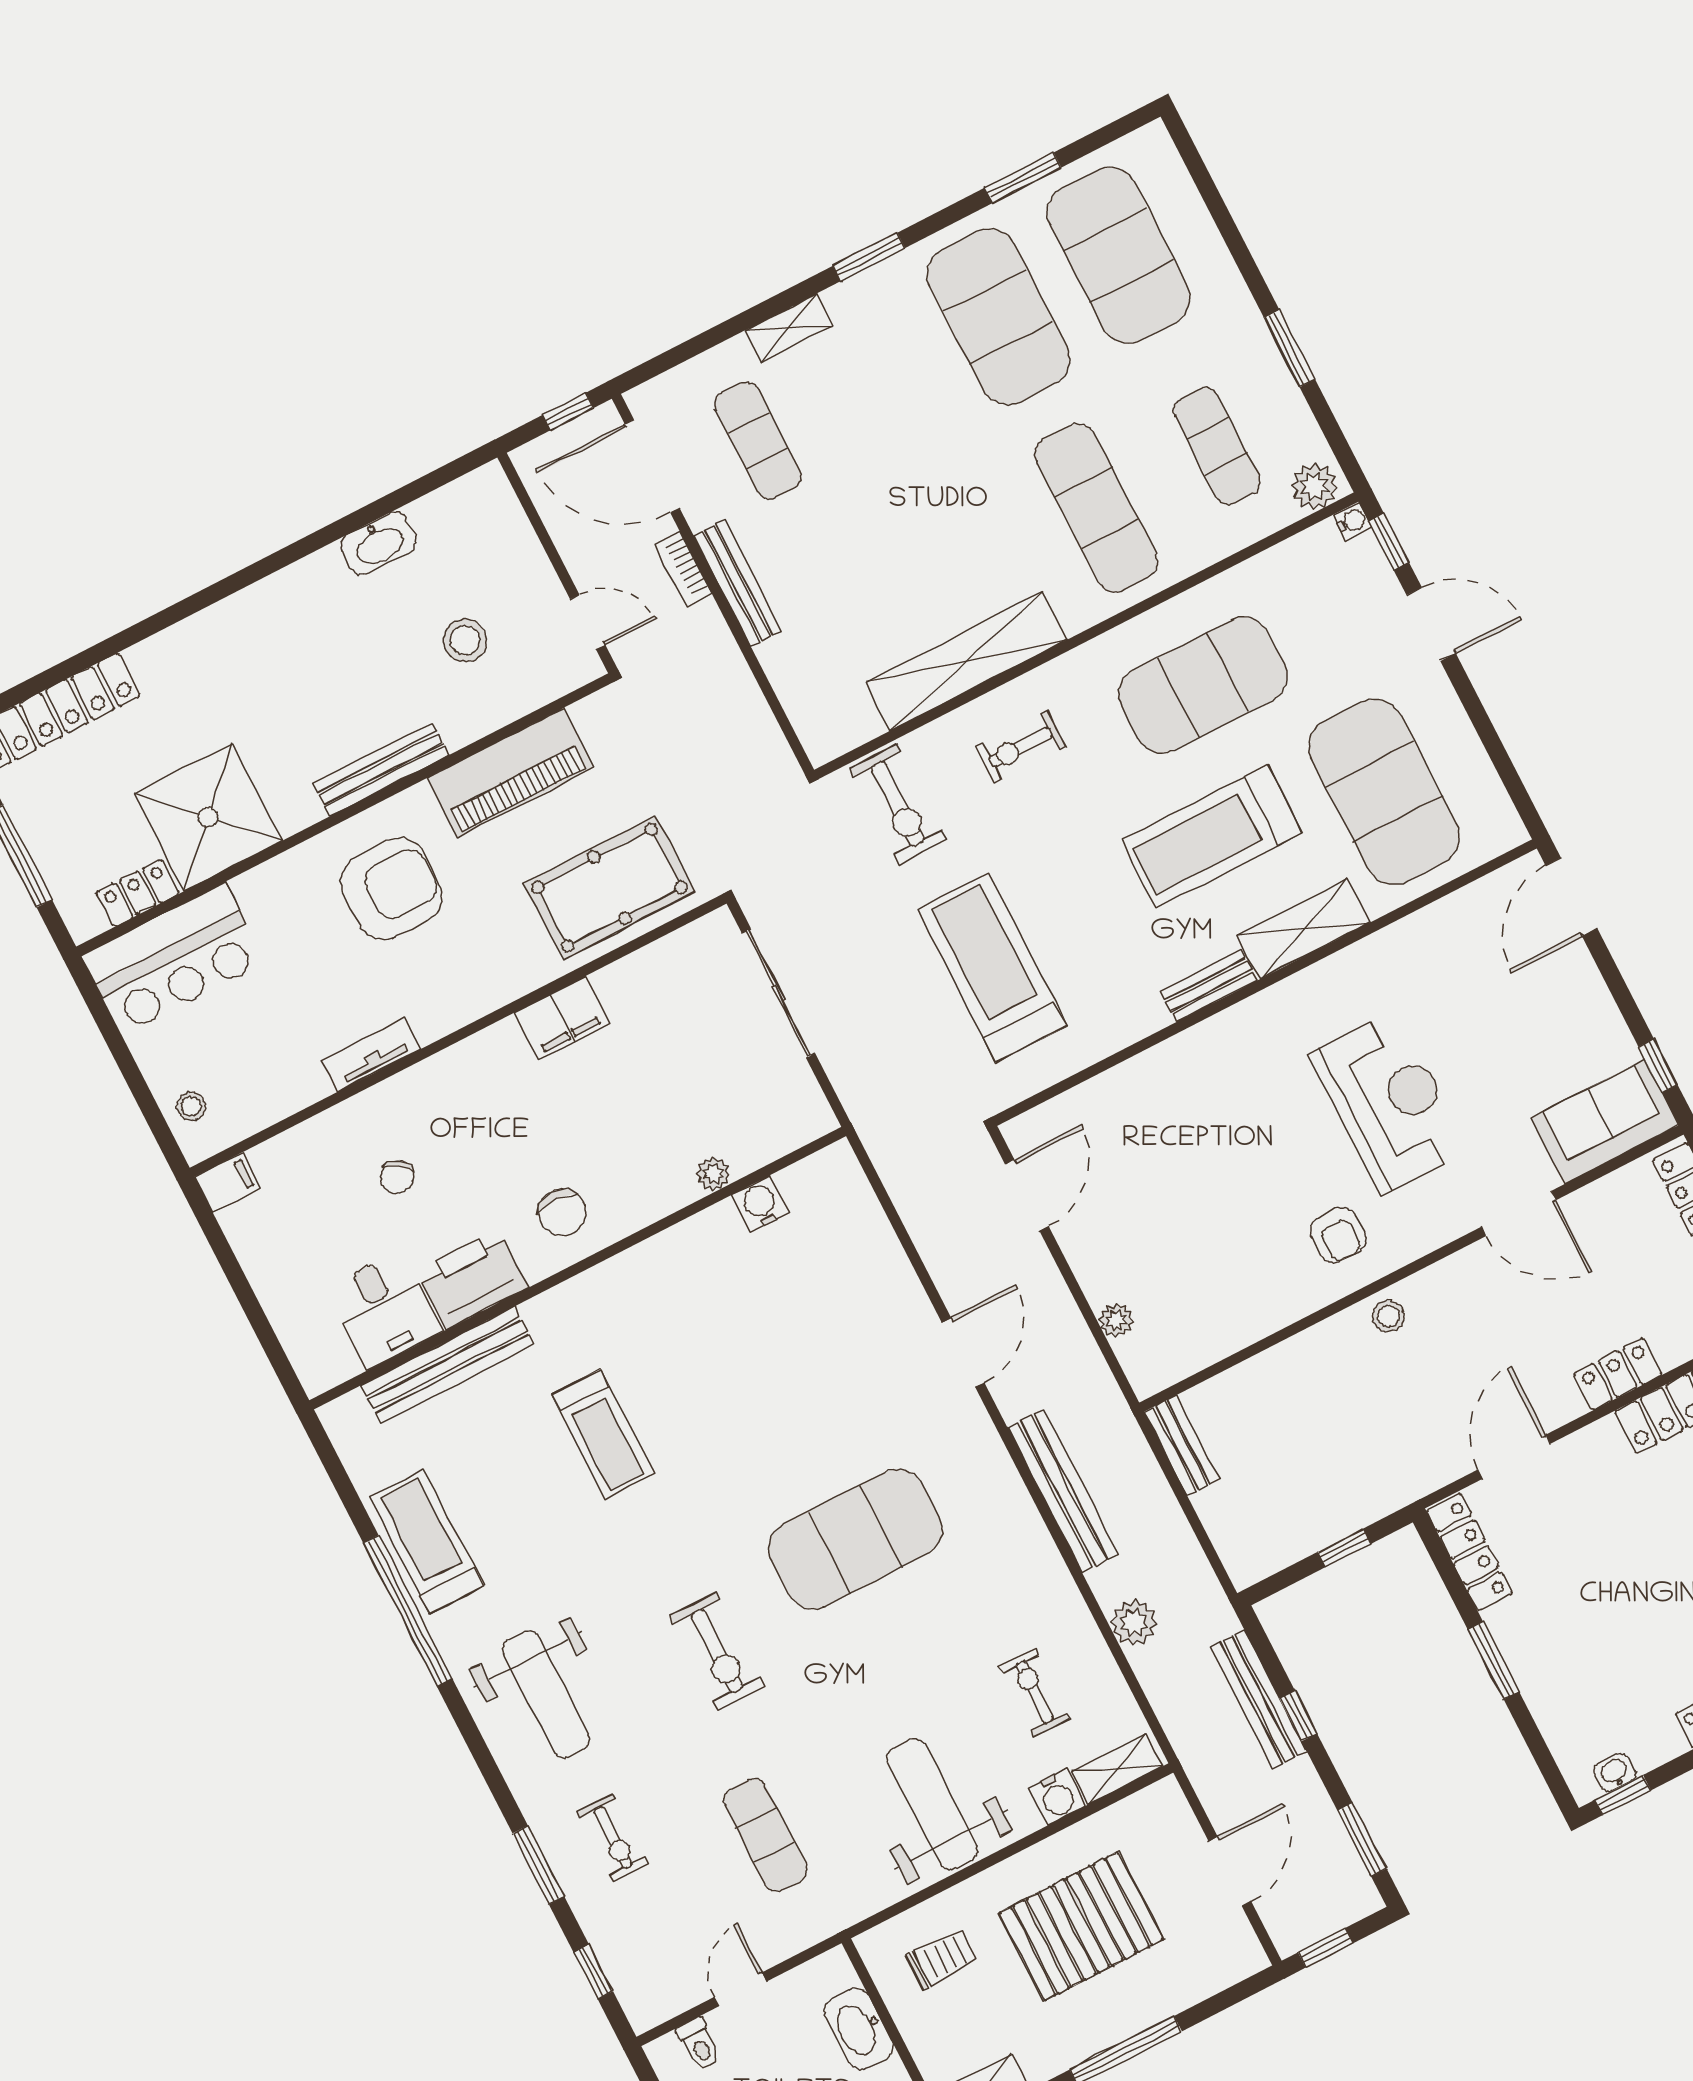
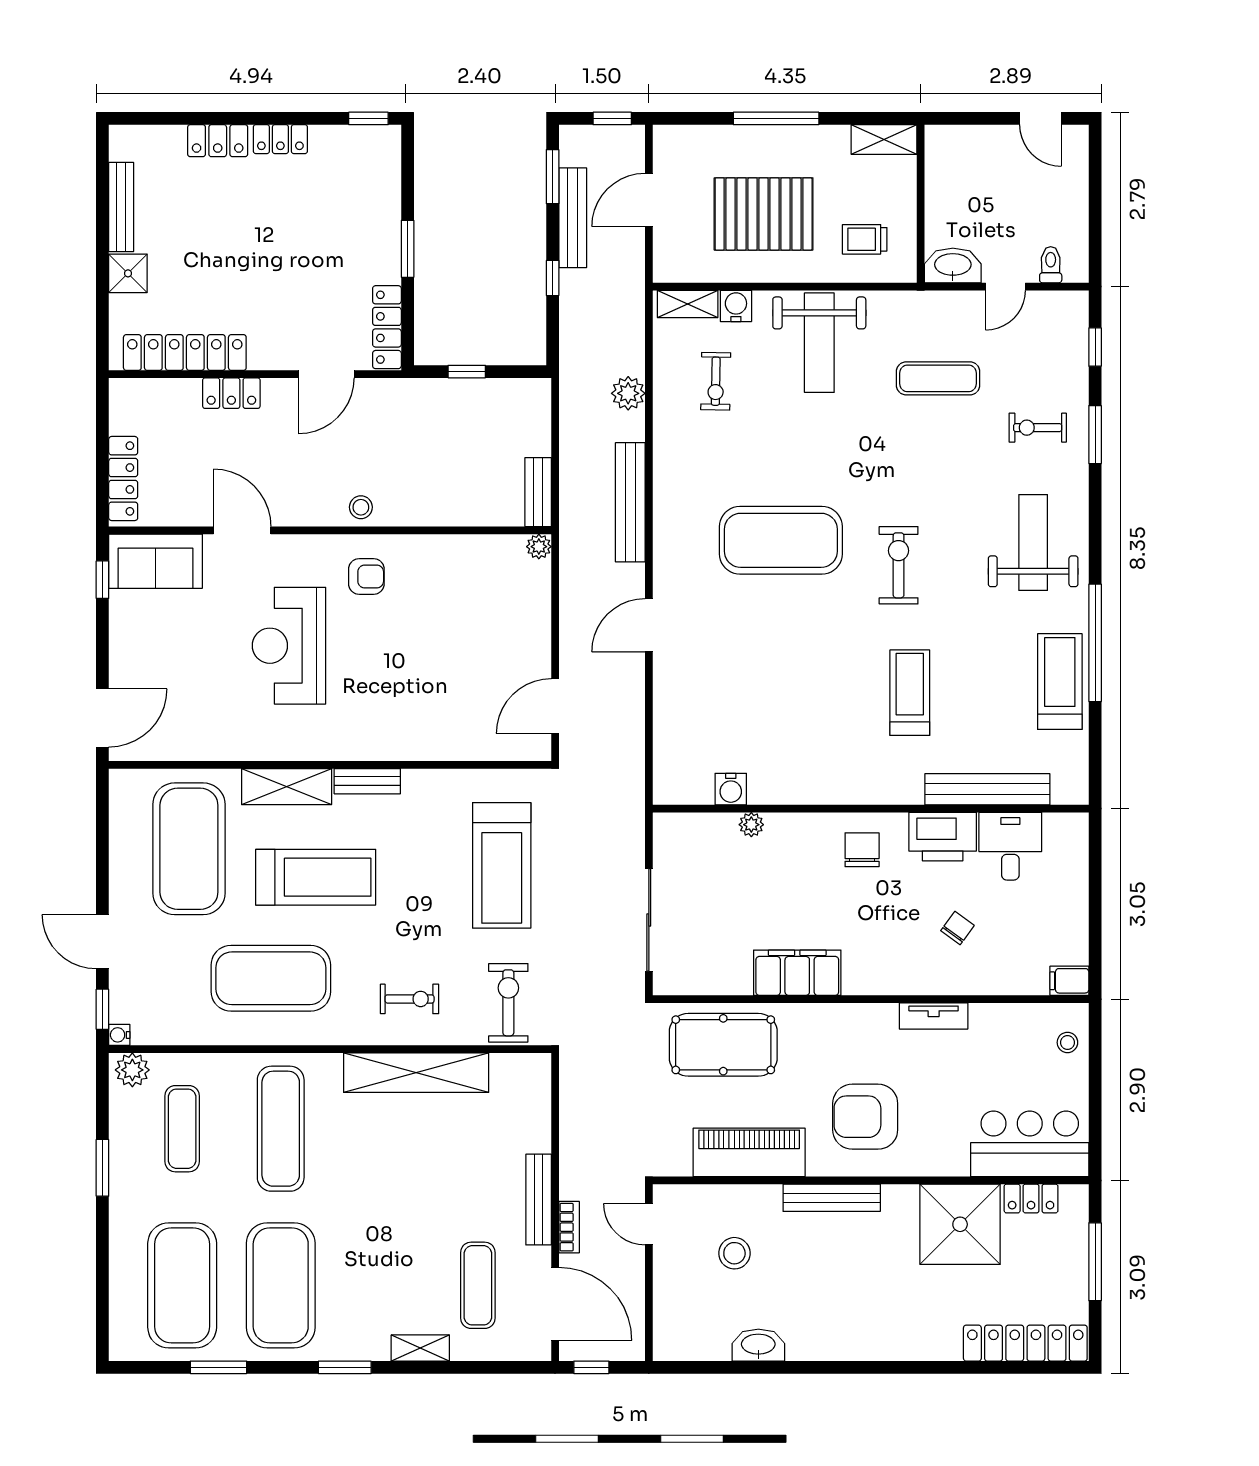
filing cabinet: (562, 1018) -> (797, 973), width x1.50, depth x1.17
armchair: (1338, 1235) -> (366, 576), turned 90
plant: (1116, 1320) -> (539, 547), moved
treadmill: (427, 1542) -> (1060, 682), turned 180
exercise bike: (717, 1651) -> (899, 565), moved
bench: (1259, 1699) -> (573, 218), moved
washbasin: (1615, 1772) -> (366, 136), removed
exercise mat: (765, 1835) -> (938, 378), turned 90
exercise bike: (613, 1837) -> (1038, 428), turned -90
washbasin: (859, 2029) -> (953, 265), moved, turned -90

